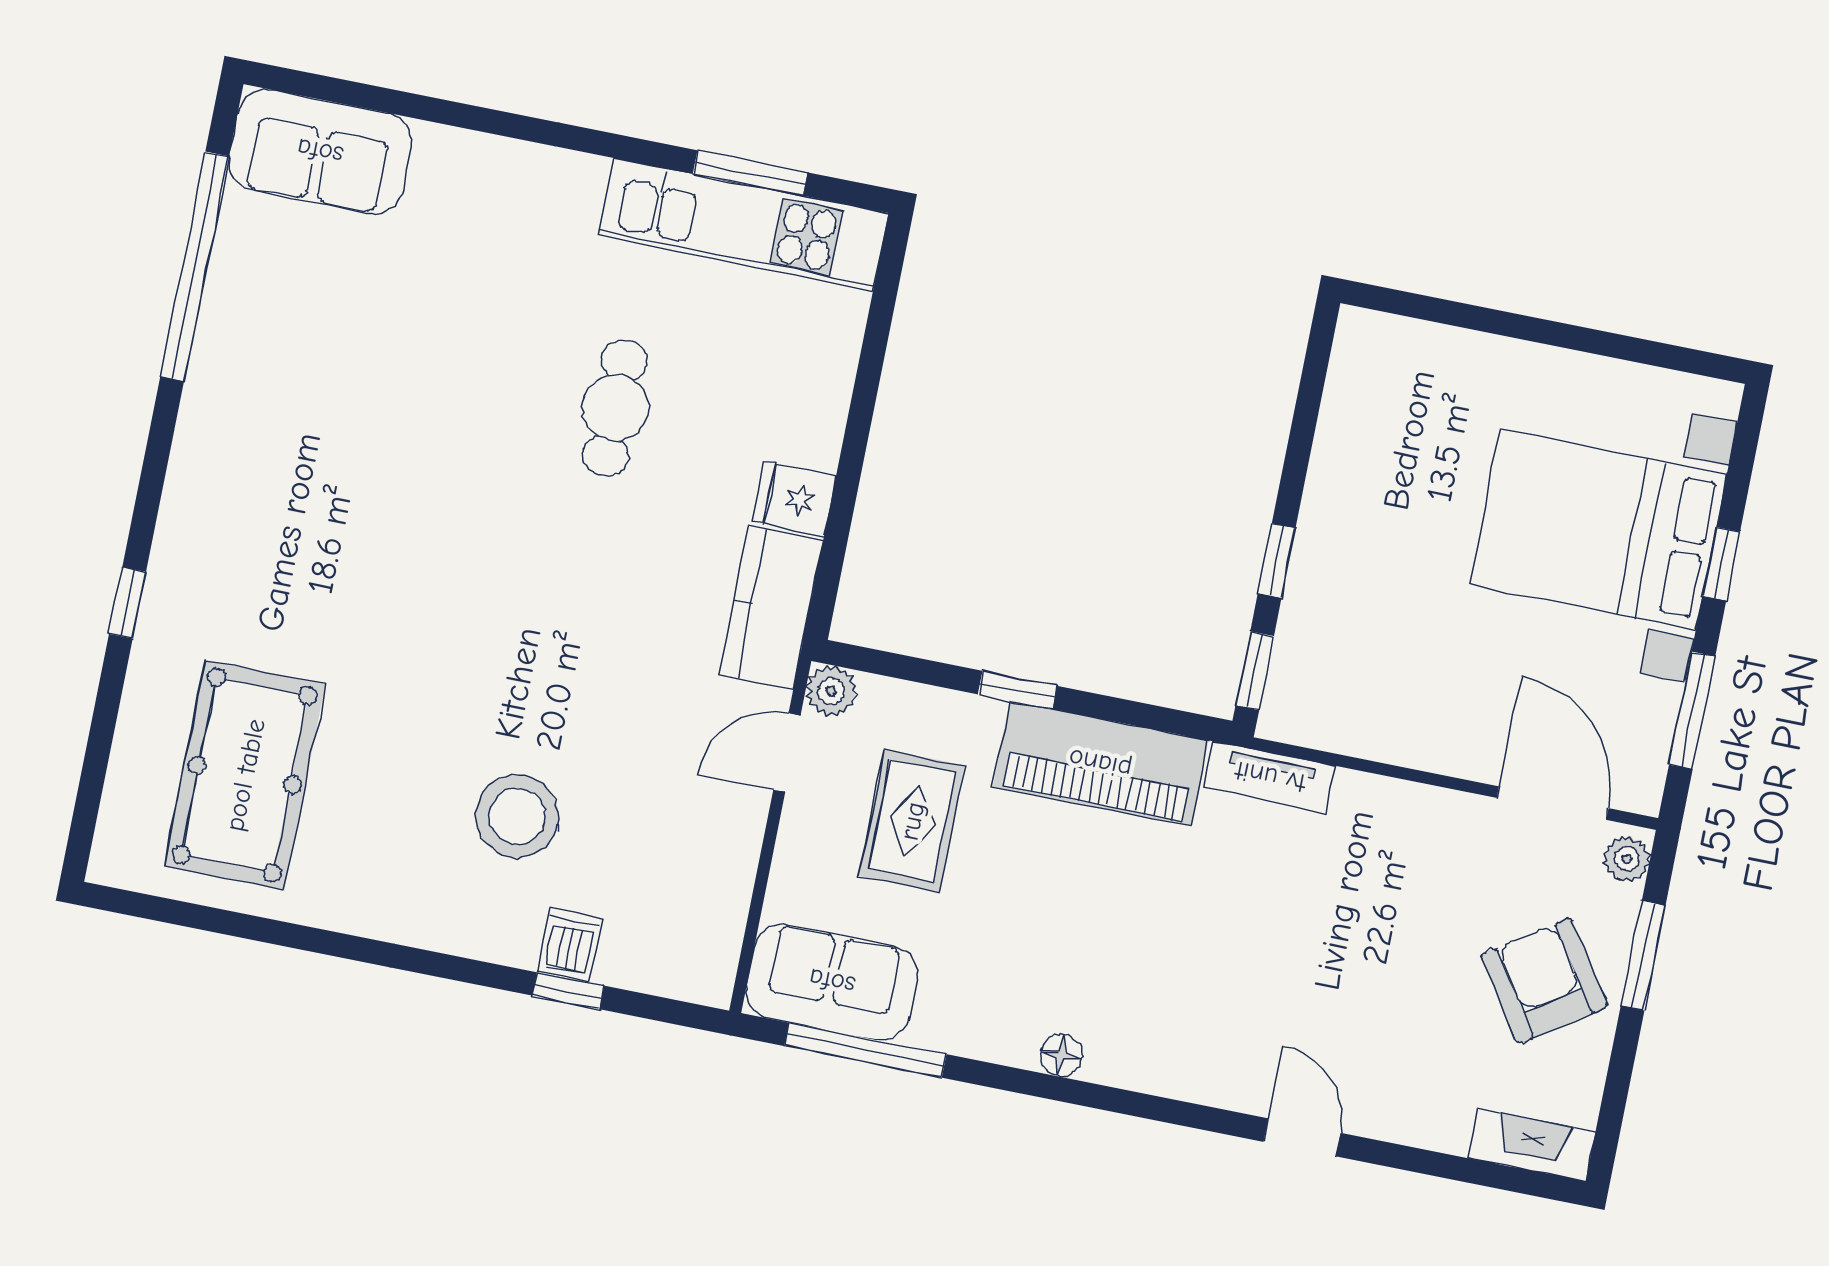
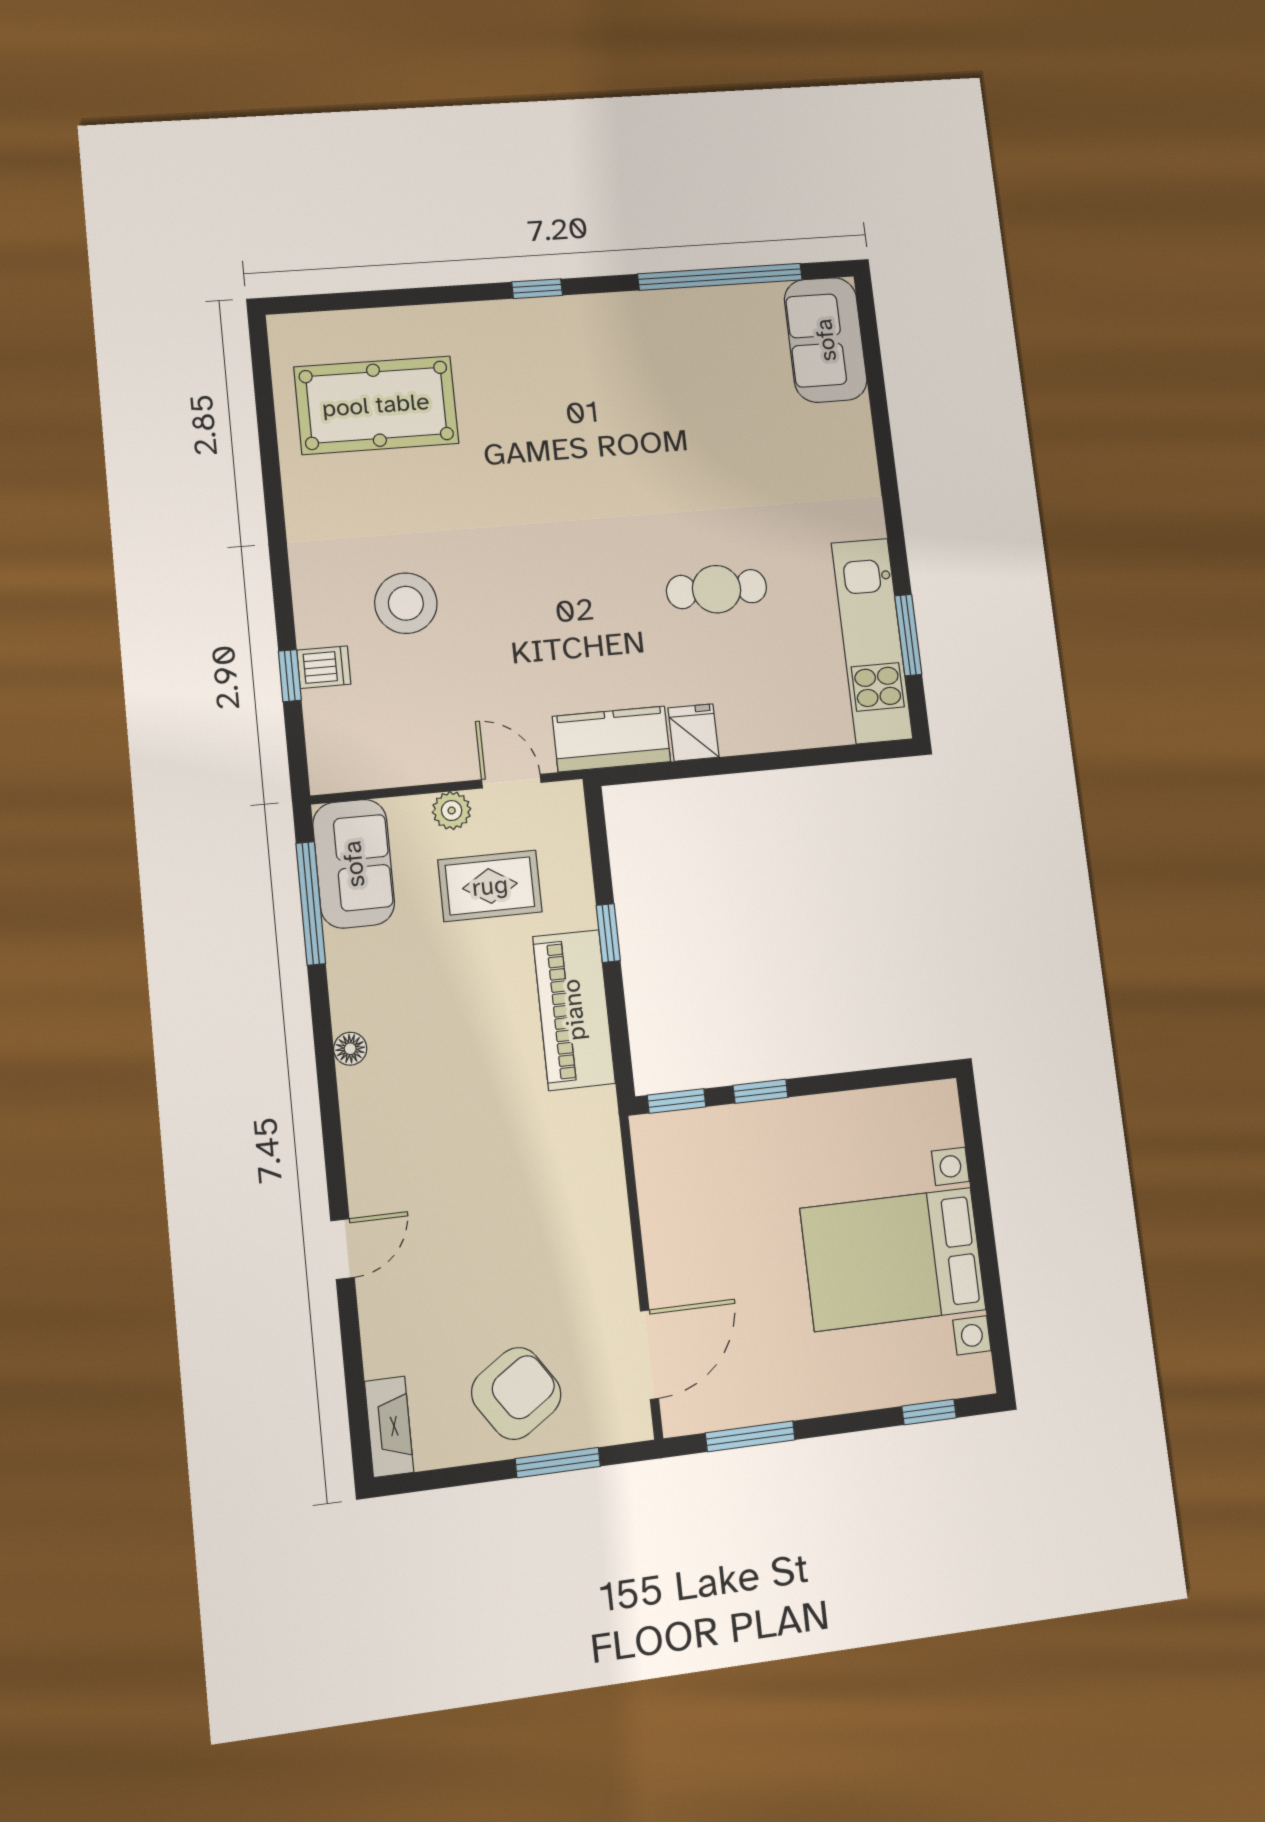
bed with nightstands: (1598, 529) -> (893, 1259), moved, turned -90
window: (1721, 564) -> (929, 1412), moved
window: (127, 603) -> (537, 289), moved
plant: (831, 691) -> (452, 811), moved
tv unit: (1270, 777) -> (603, 1137), removed
plant: (1627, 859) -> (626, 1425), removed

